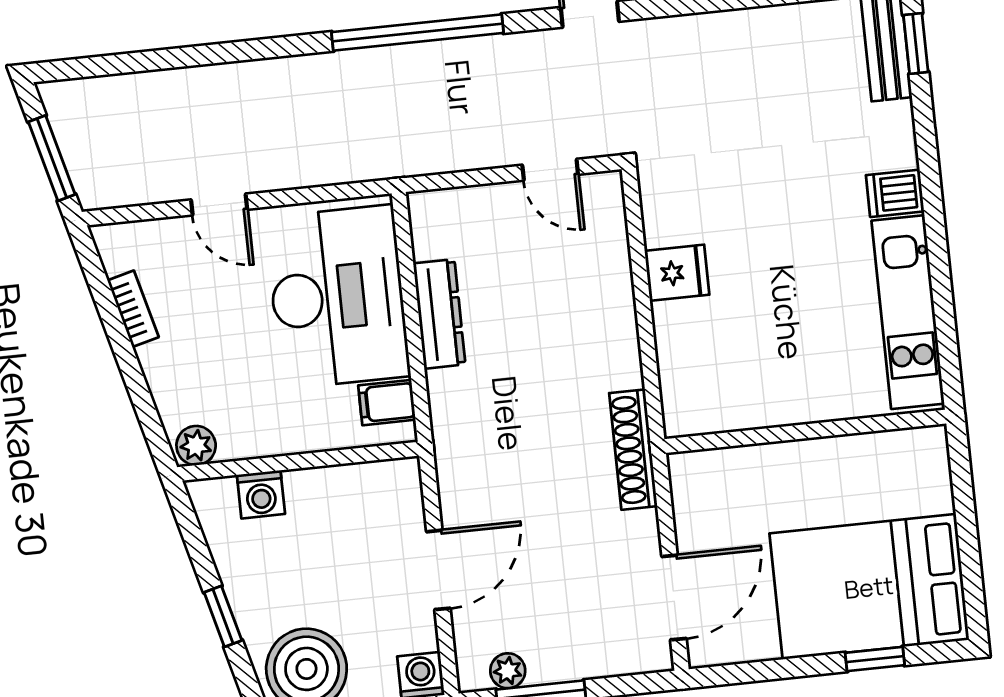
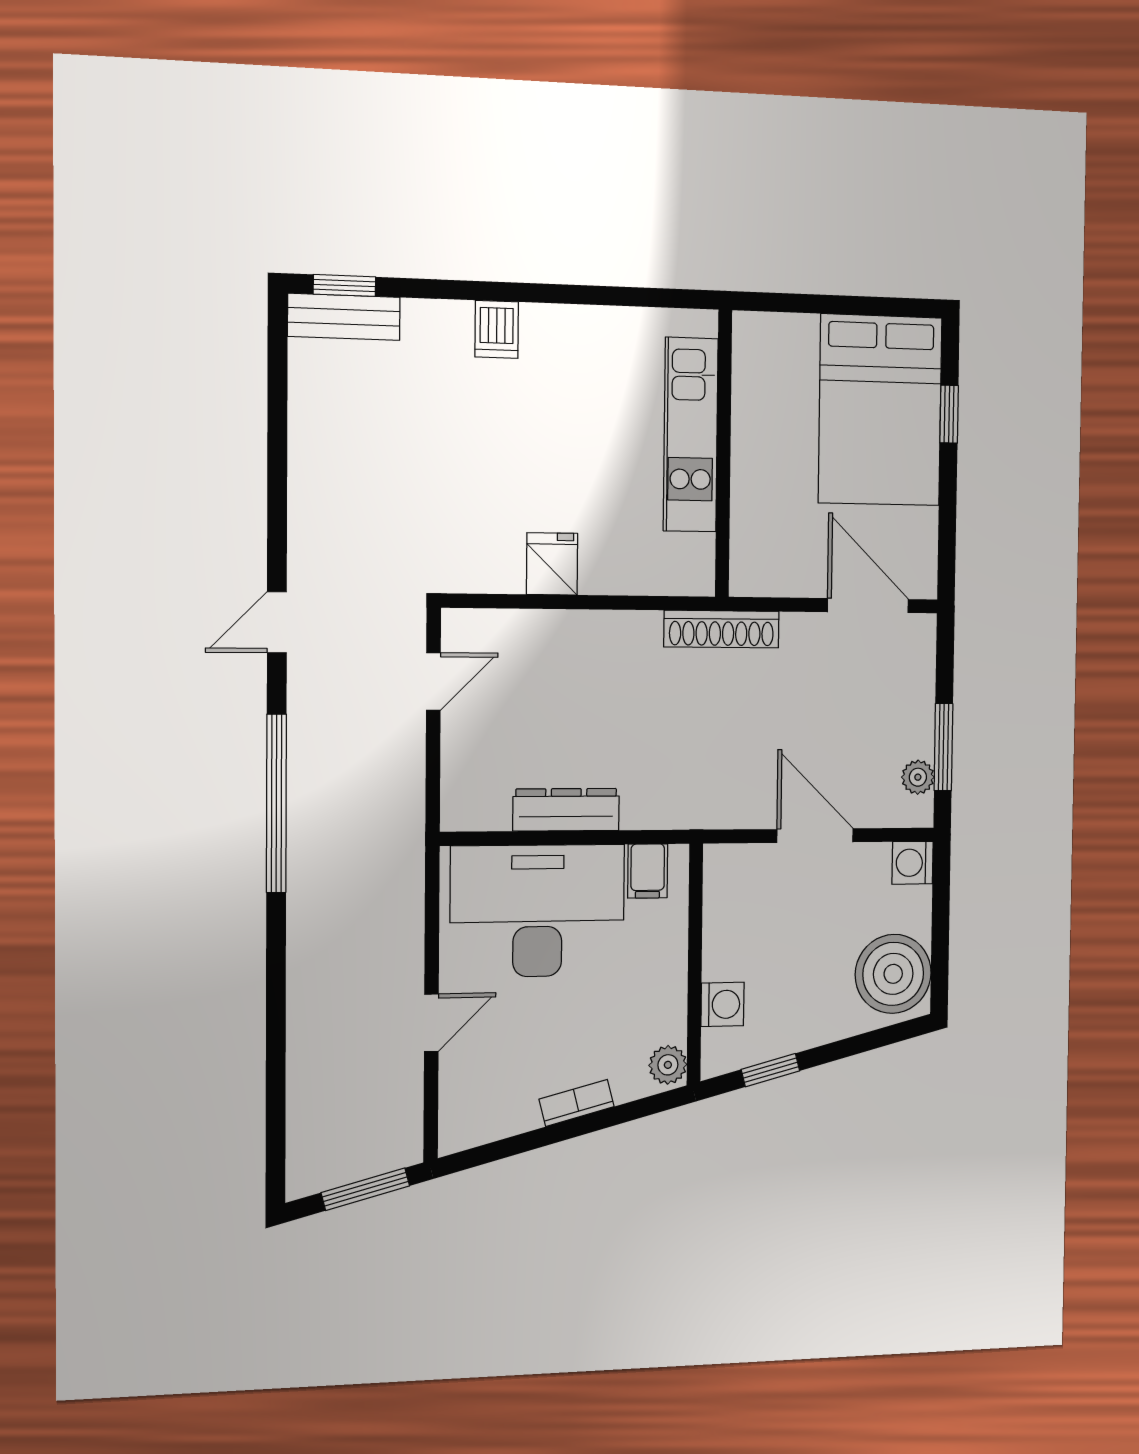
bookcase: (133, 309) -> (577, 1103), moved
kitchen unit: (908, 312) -> (691, 435), moved, turned 90
window: (223, 616) -> (770, 1070), moved

